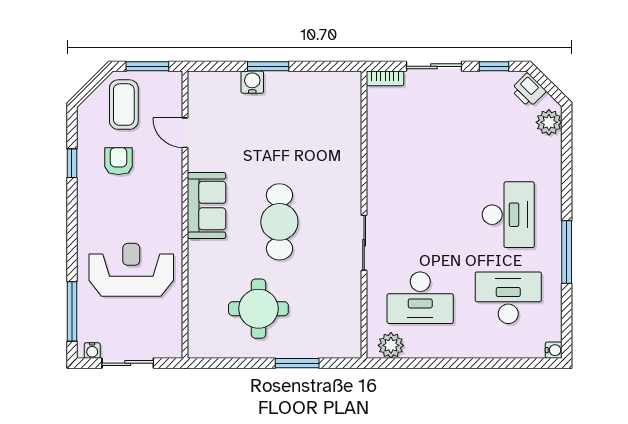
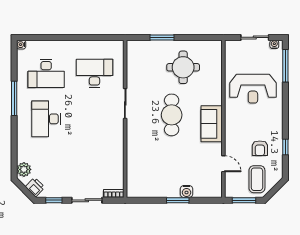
plant: (391, 345) -> (111, 47), removed

